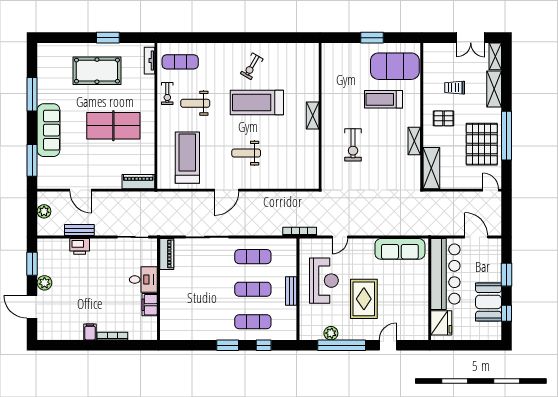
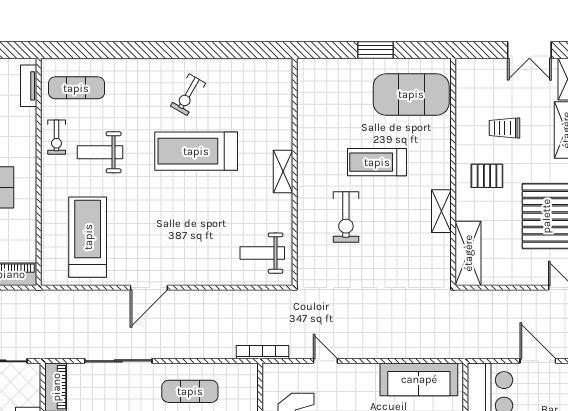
treadmill: (383, 99) -> (377, 162), moved
weight bench: (246, 153) -> (262, 253), moved
door: (340, 237) -> (325, 361), swing flipped

